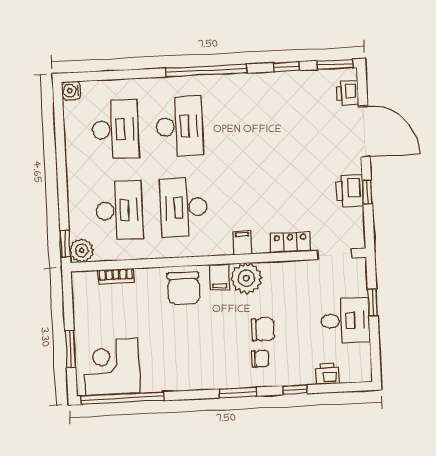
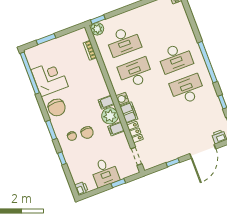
desk: (115, 129) -> (187, 90), moved, turned 180
printer: (350, 191) -> (171, 154), removed
filing cabinet: (242, 243) -> (129, 113), width x2.00
water cooler: (222, 246) -> (122, 99), added
filing cabinet: (273, 275) -> (116, 129), added
chair: (184, 288) -> (57, 108), moved, turned -90
corner desk: (112, 367) -> (50, 78), moved
printer: (328, 374) -> (81, 188), moved

